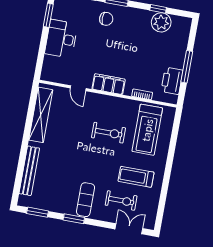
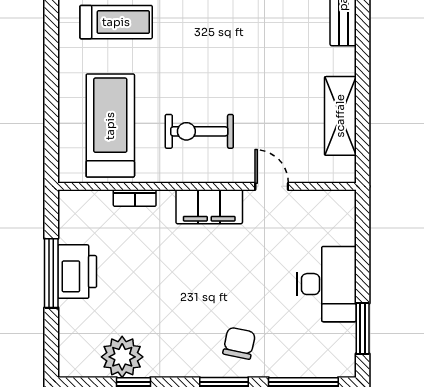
chair: (106, 19) -> (239, 343), turned 102
printer: (172, 81) -> (77, 272), moved
shelving: (41, 115) -> (340, 116), width x0.68
exercise bike: (109, 133) -> (199, 131), moved

